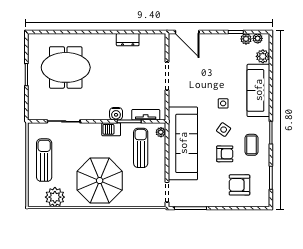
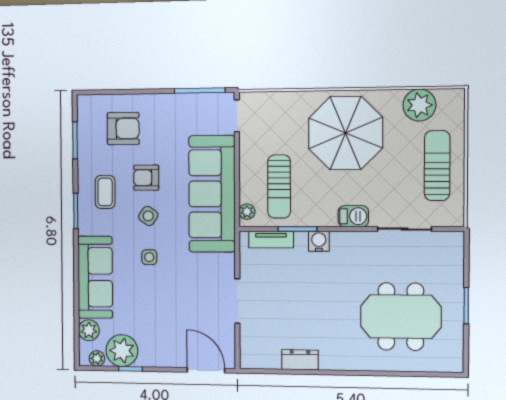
plant: (246, 39) -> (122, 351), width x1.87, depth x1.87
barbecue: (111, 129) -> (353, 216), moved
sun lounger: (44, 160) -> (437, 166), turned 180

